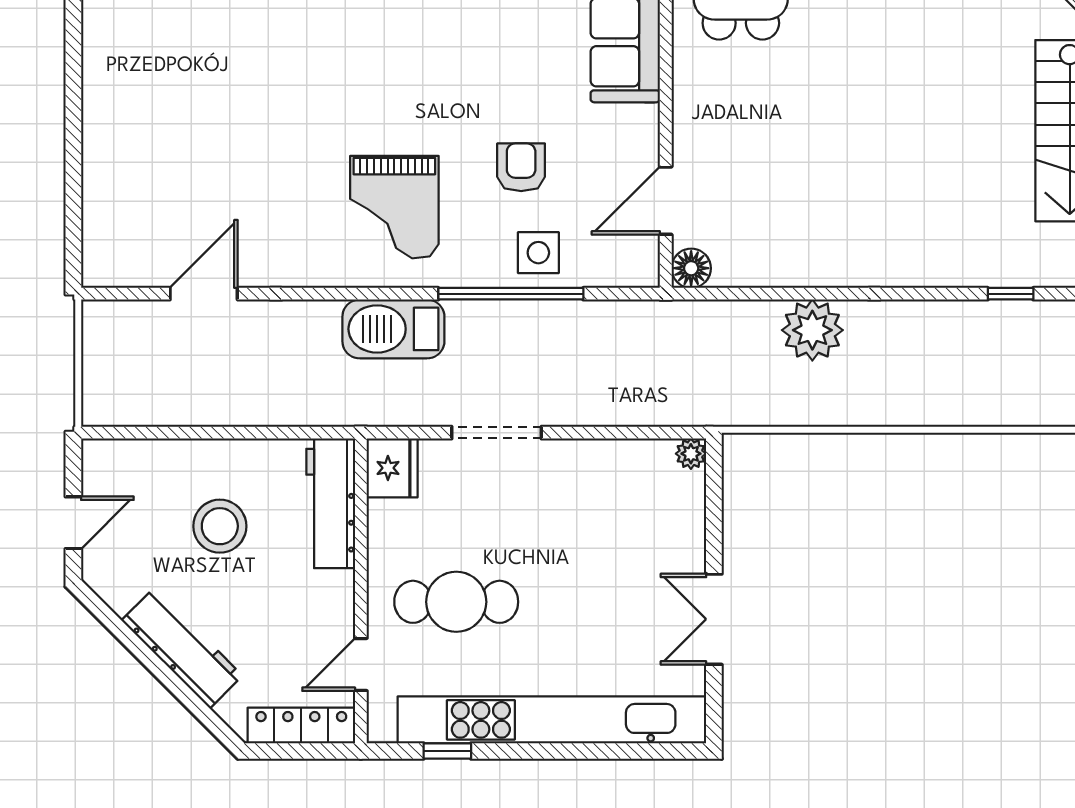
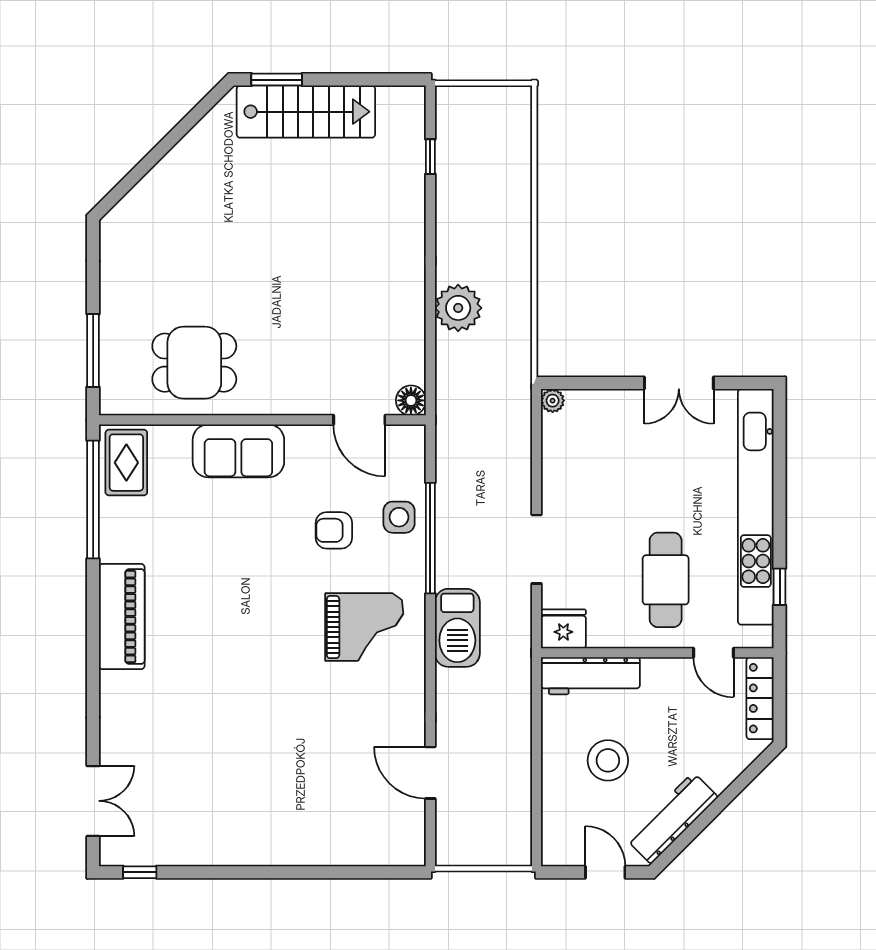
workbench: (182, 648) -> (672, 818), moved

